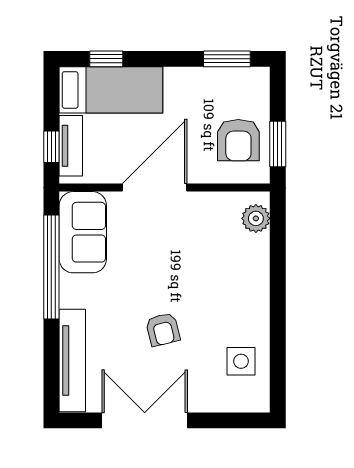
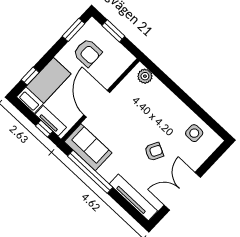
armchair: (238, 140) -> (88, 53), moved
window: (278, 144) -> (113, 31), moved
armchair: (163, 329) -> (154, 152), turned -49

